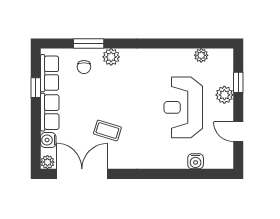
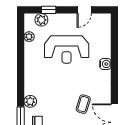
plant: (224, 95) -> (41, 20), moved
water cooler: (196, 161) -> (105, 64), moved

